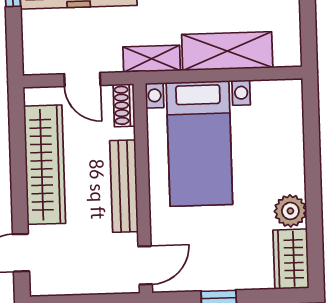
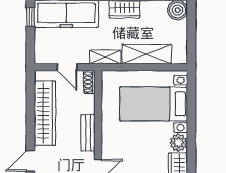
bed with nightstands: (199, 143) -> (154, 104), moved, turned 90
bench: (124, 186) -> (88, 133), width x0.73

